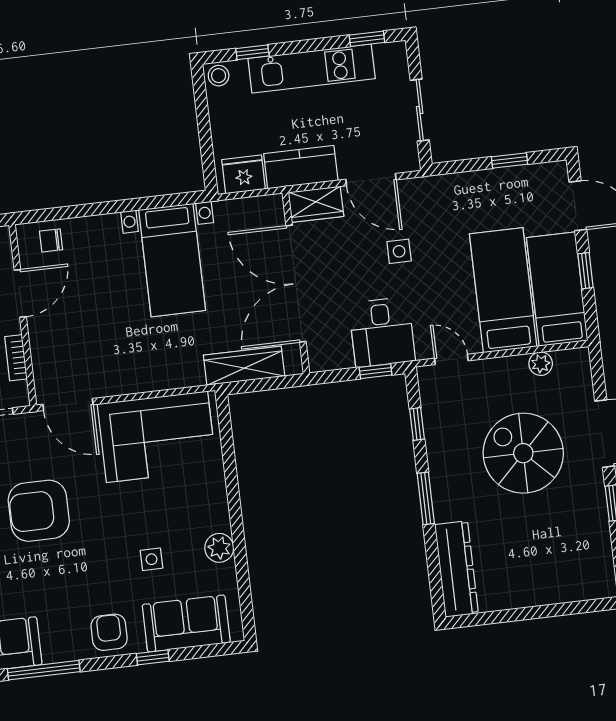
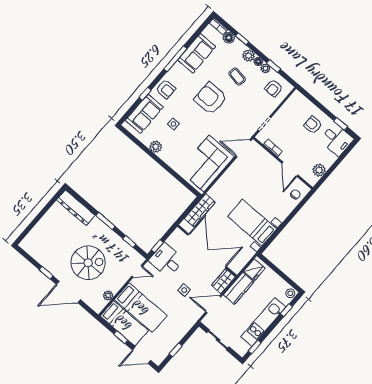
armchair: (39, 511) -> (211, 98), moved, turned -90

